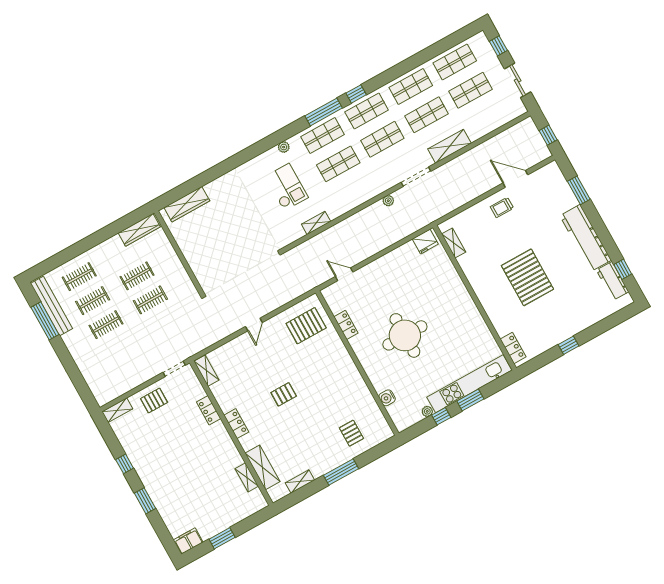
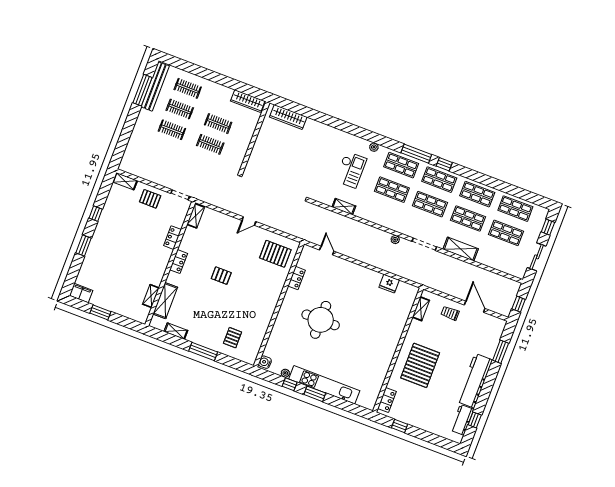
shelving: (454, 243) -> (421, 309), moved
wall: (475, 298) -> (398, 350), moved
locker: (513, 348) -> (387, 400), moved
water cooler: (387, 398) -> (265, 362), moved

